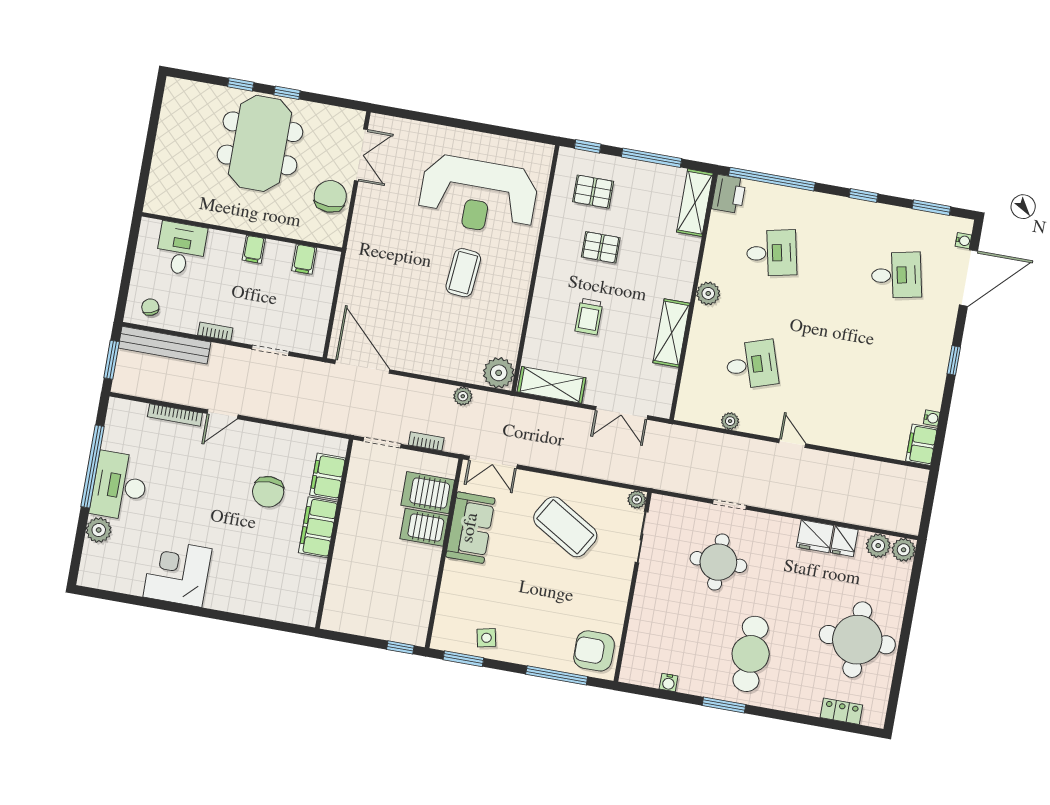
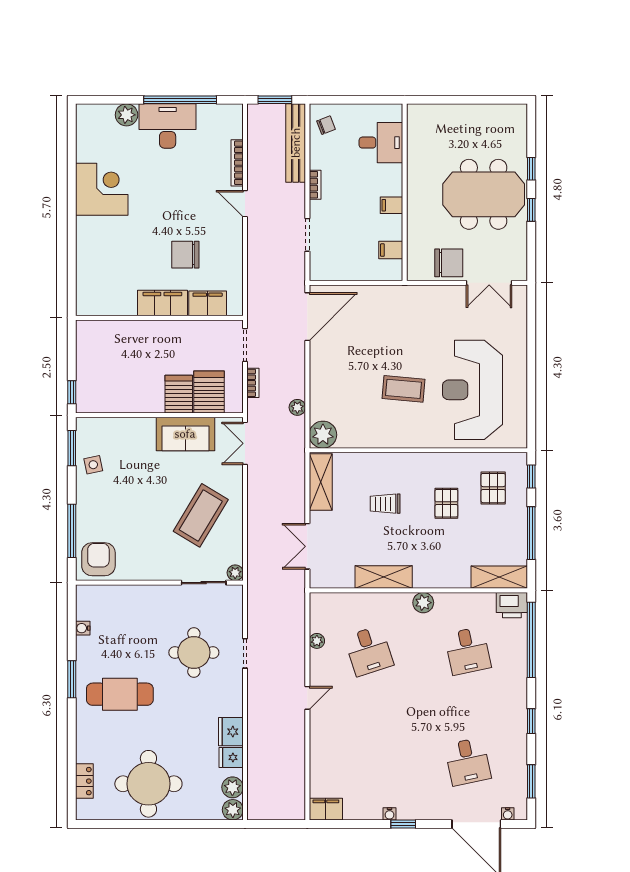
water cooler: (932, 418) -> (389, 814), moved

